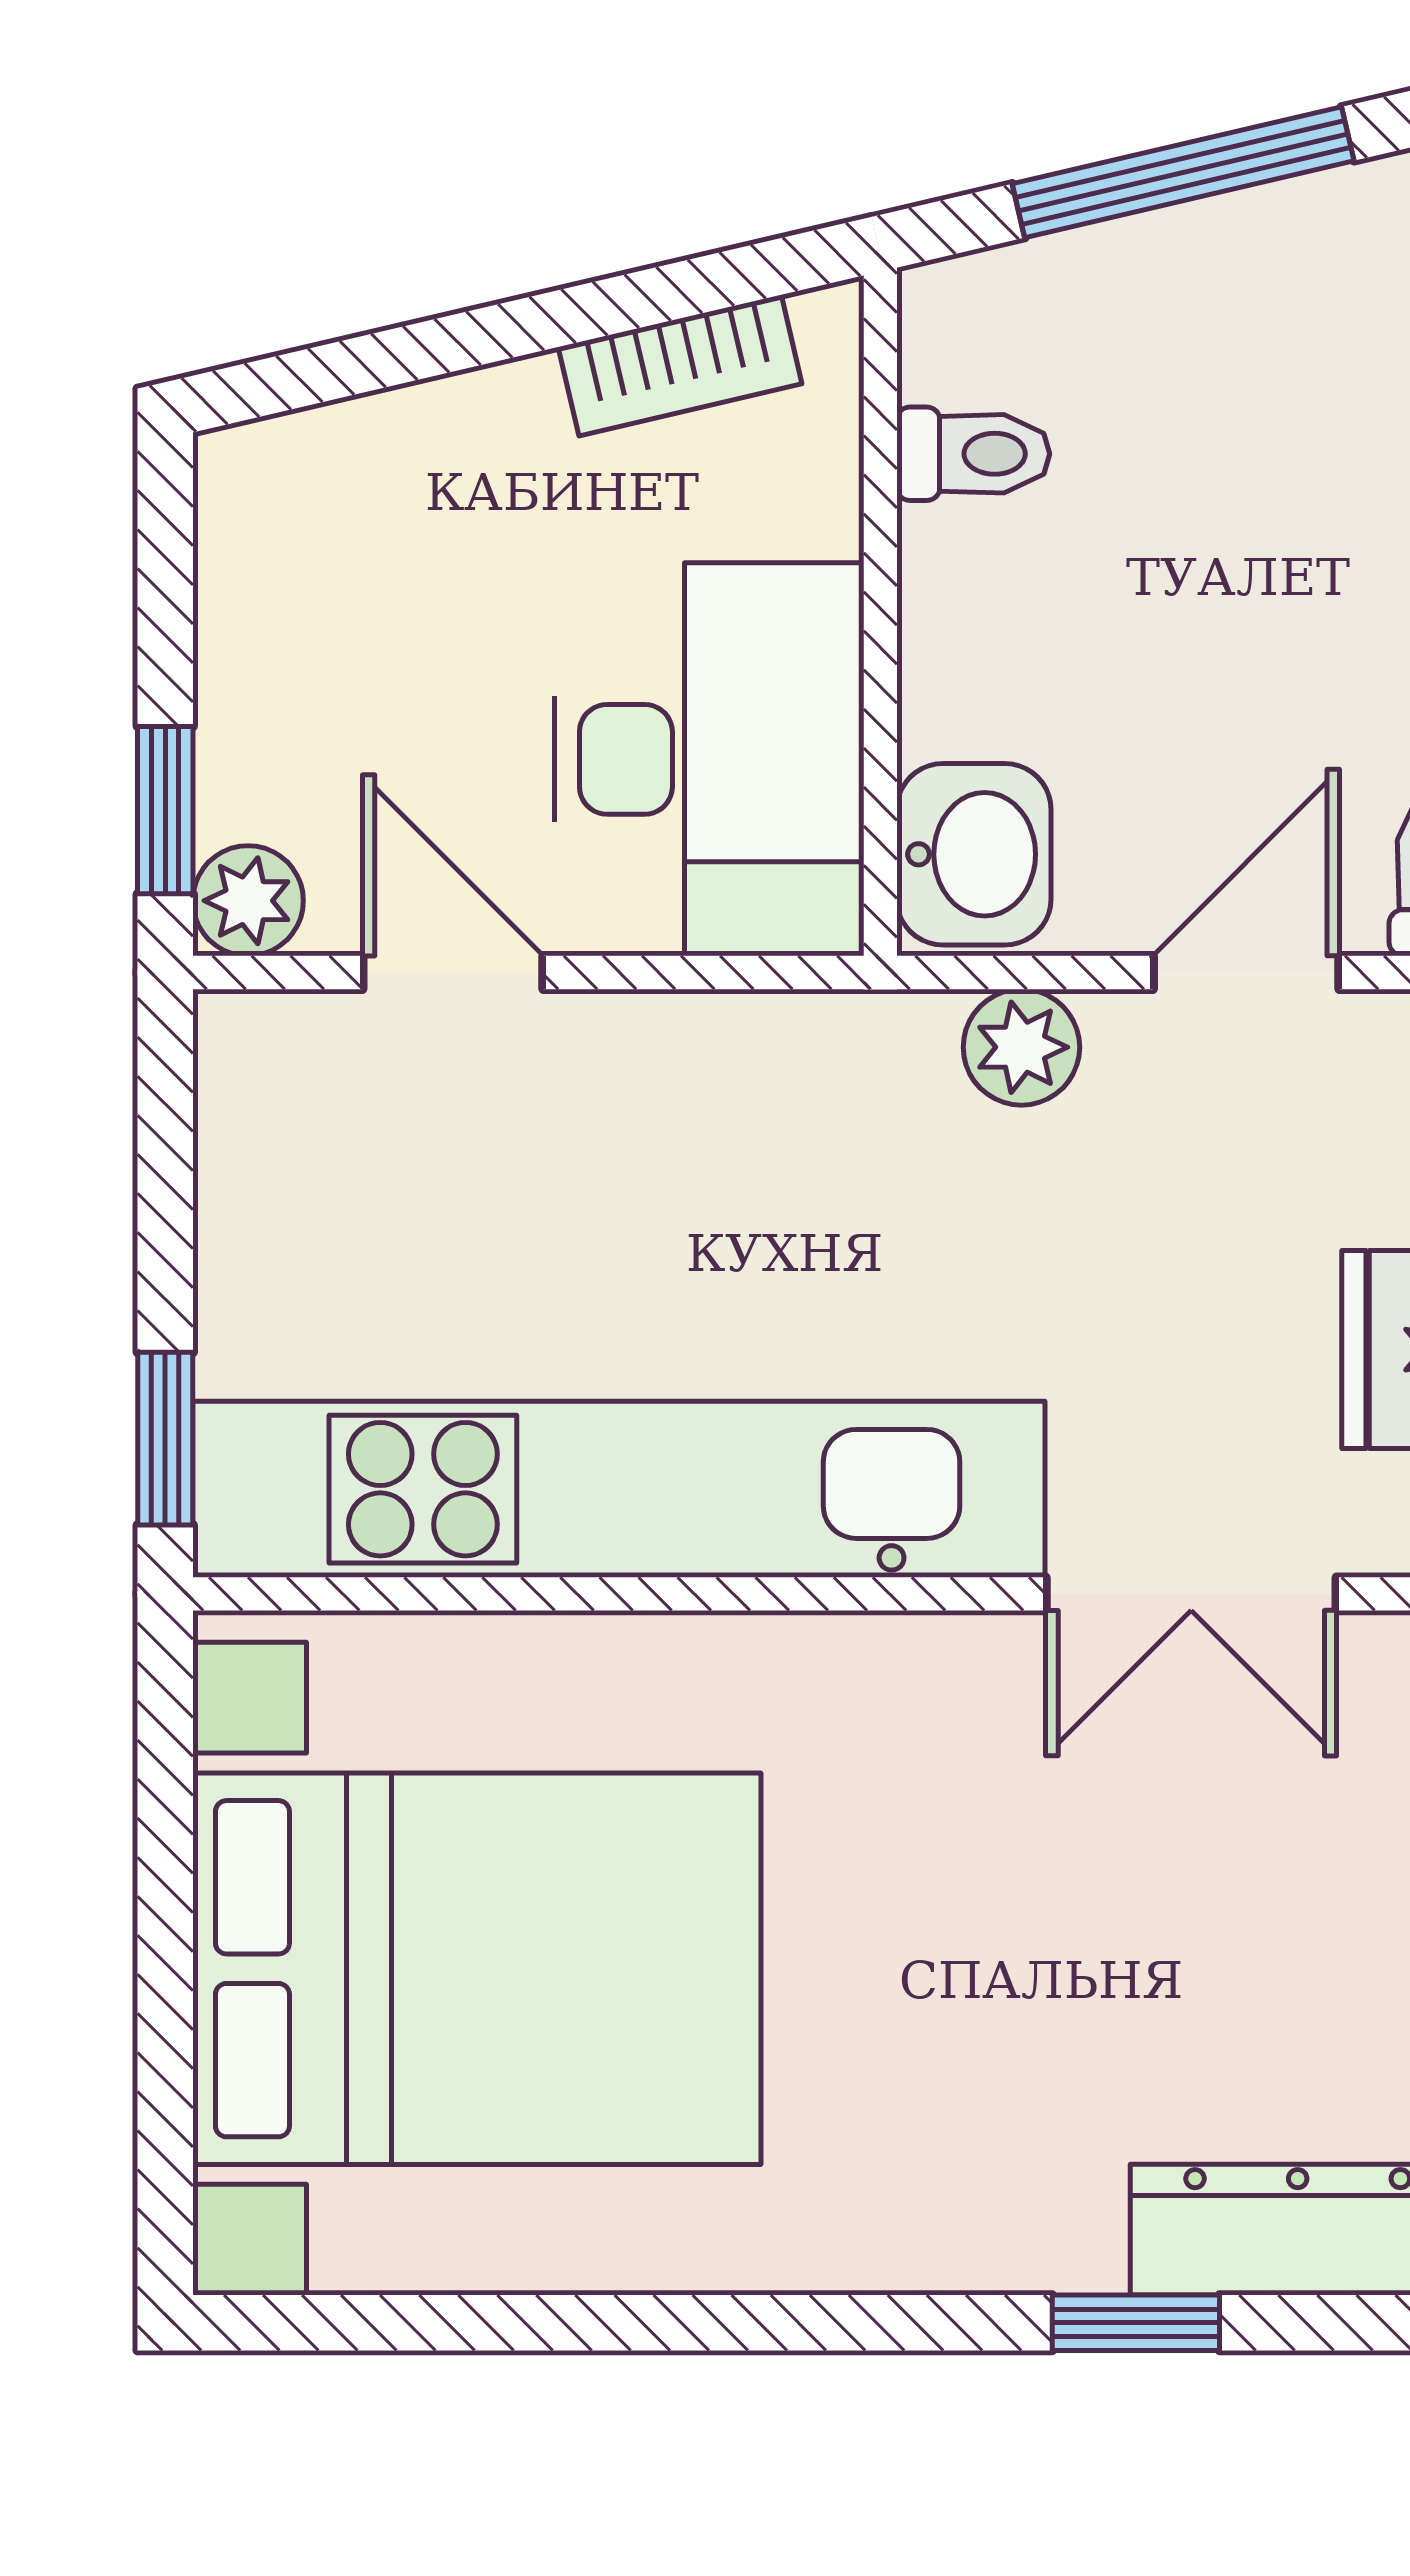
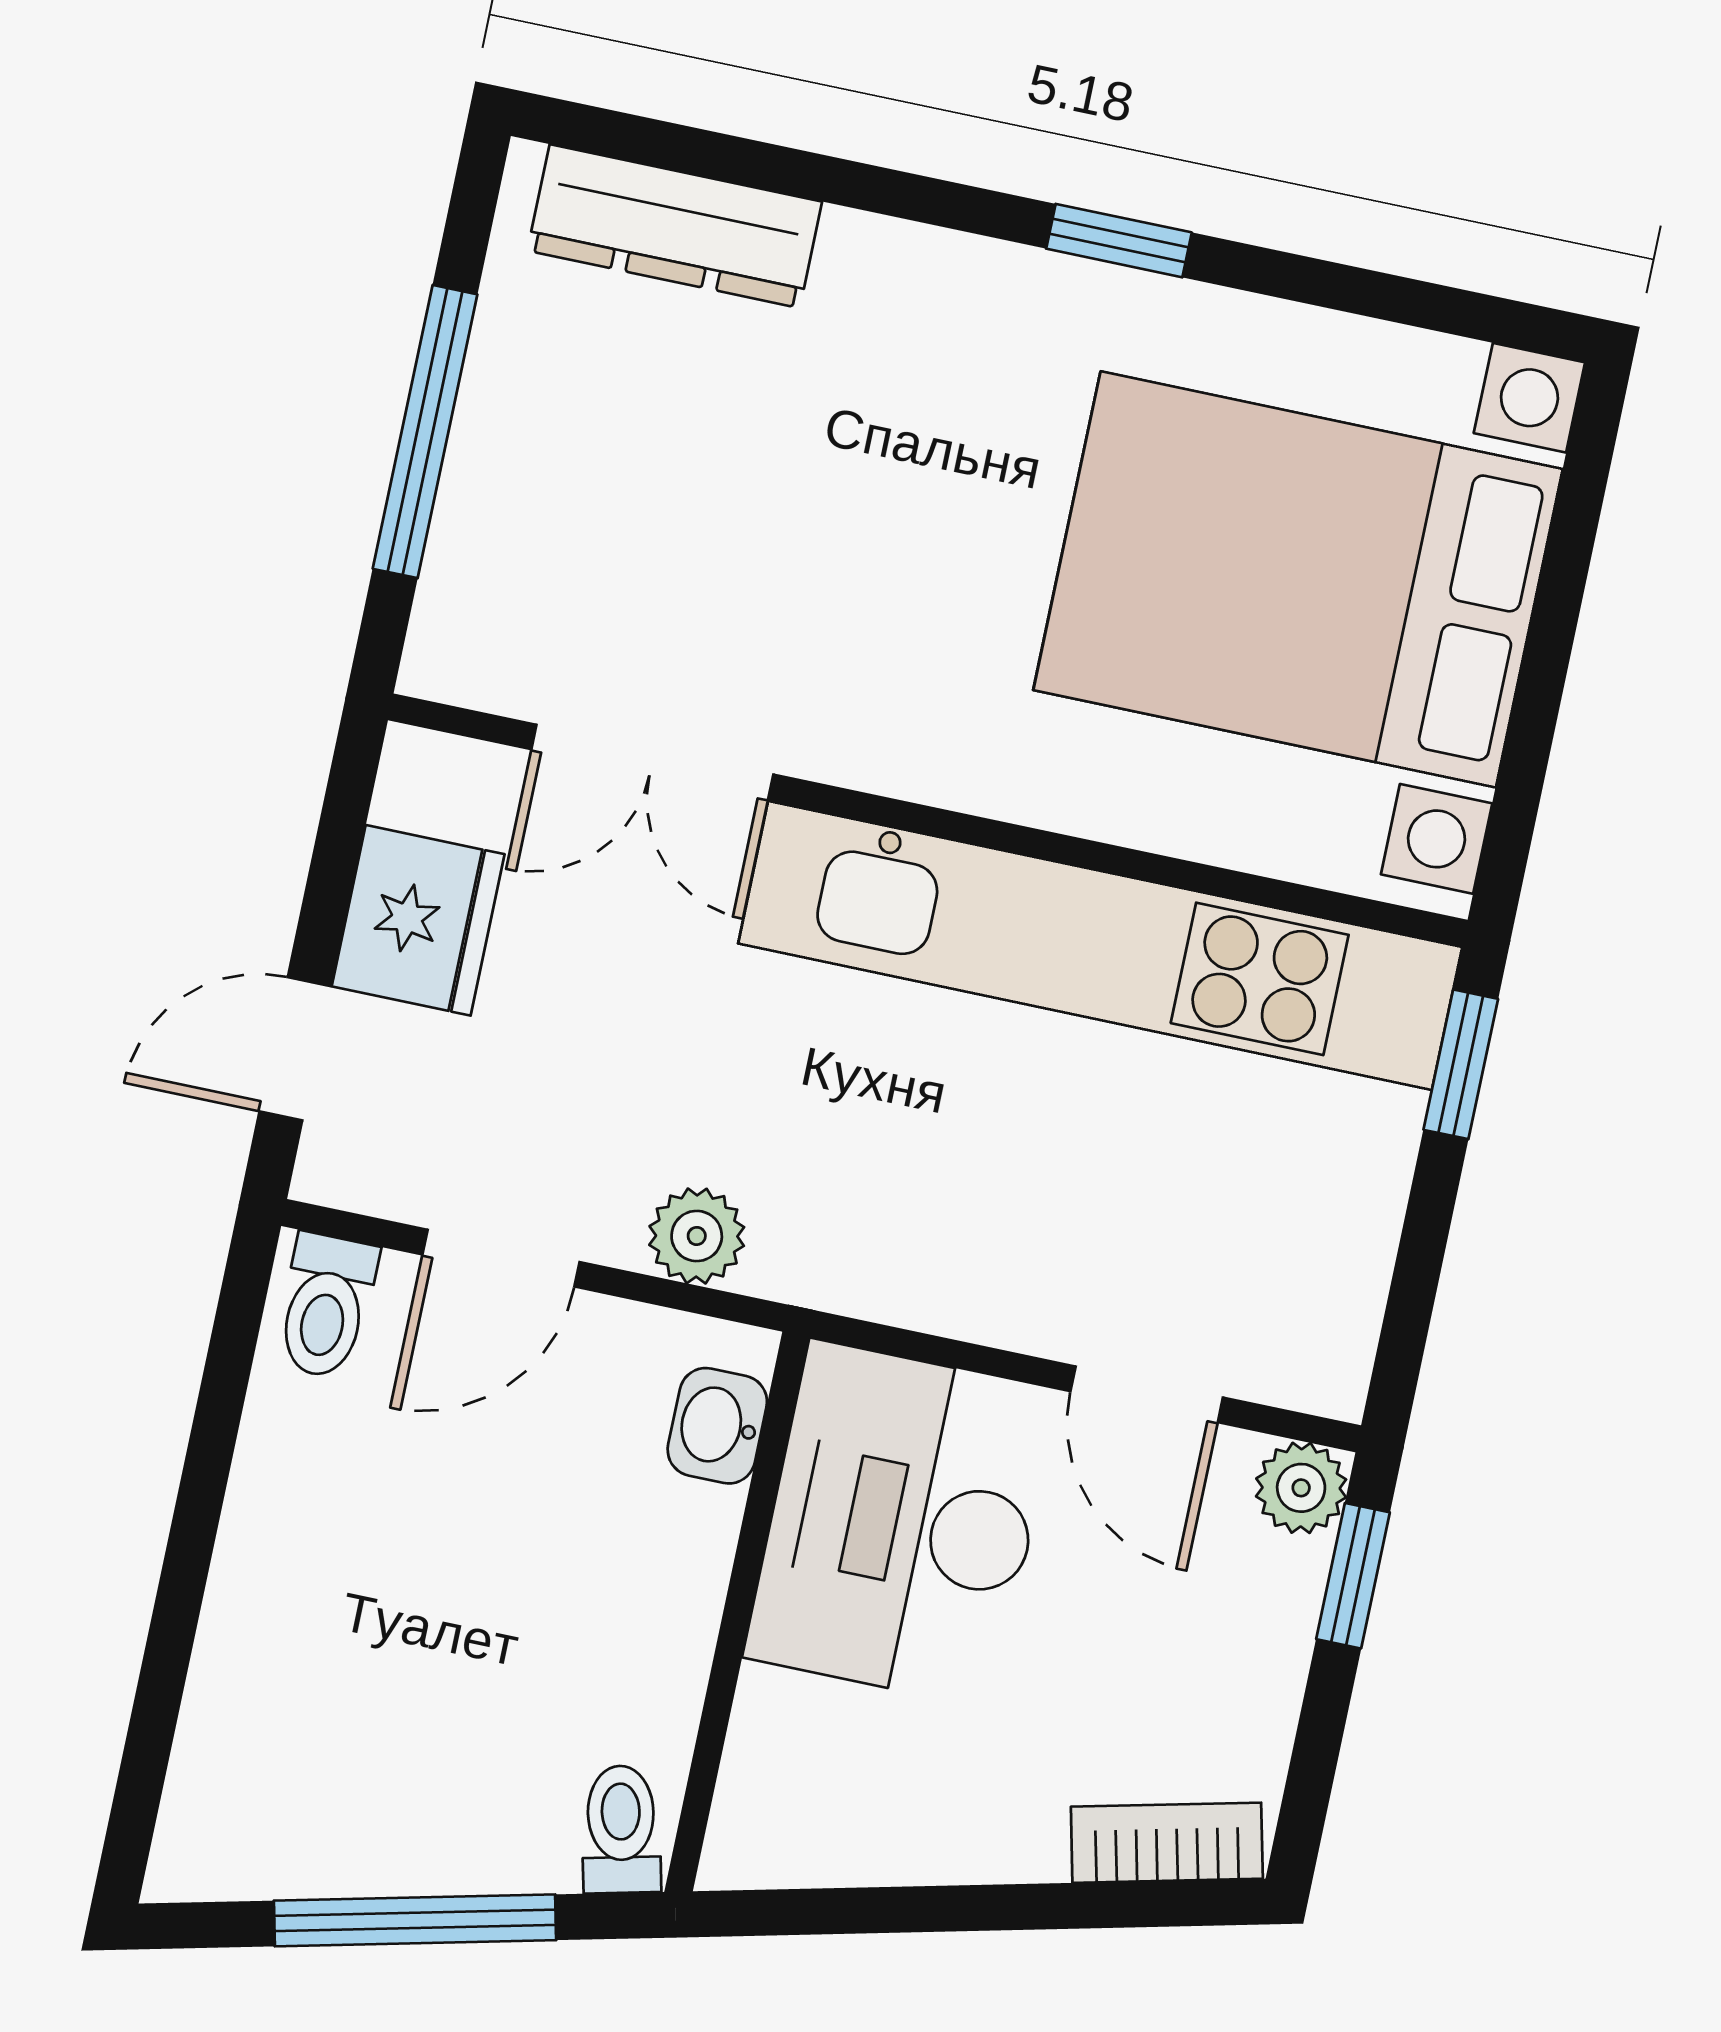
bookcase: (680, 365) -> (1167, 1843), moved
toilet: (973, 454) -> (621, 1829), moved, turned 77
washbasin: (974, 854) -> (717, 1426), width x0.72, depth x0.69
double door: (1191, 1594) -> (652, 762), swing flipped
window: (1136, 2323) -> (1119, 241), moved

